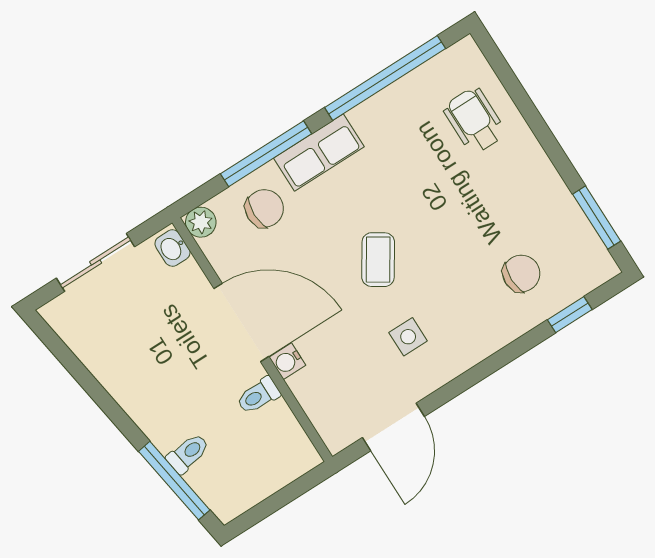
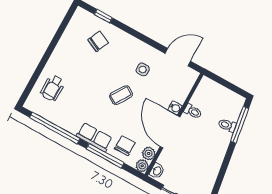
chair: (264, 208) -> (125, 146), turned 90
window: (597, 218) -> (64, 25), removed
plant: (220, 250) -> (149, 153), added
chair: (521, 274) -> (98, 41), turned 115

